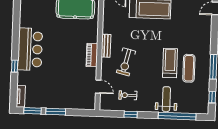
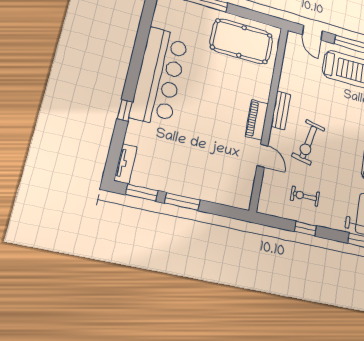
bar counter: (30, 49) -> (159, 76), width x1.36
door: (98, 87) -> (262, 156), moved

